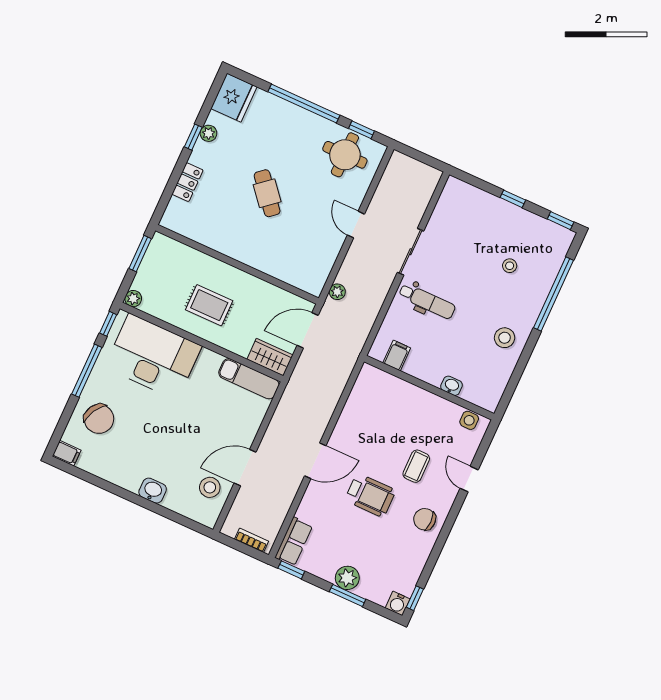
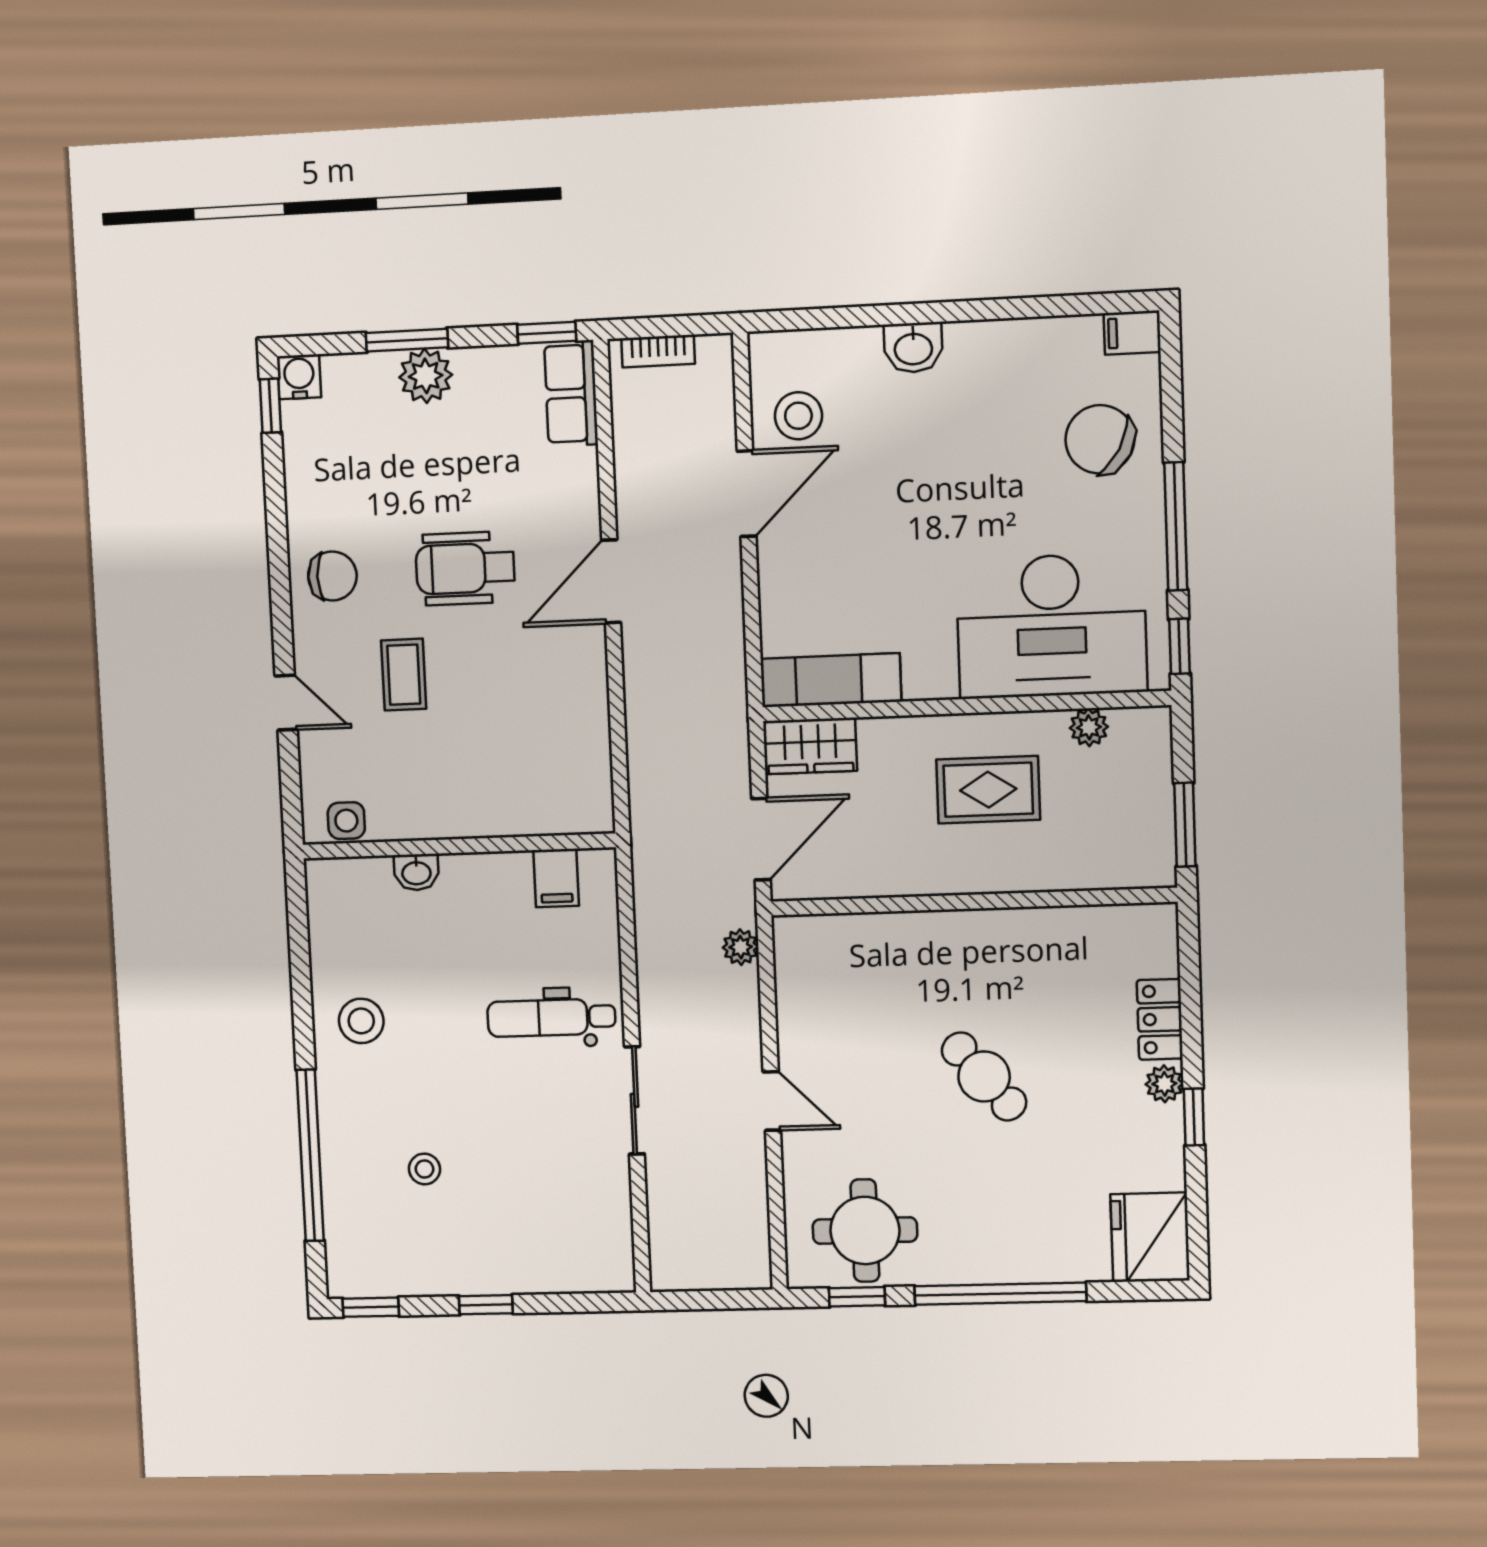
plant: (208, 133) -> (1164, 1084), moved
plant: (133, 299) -> (1089, 727), moved

